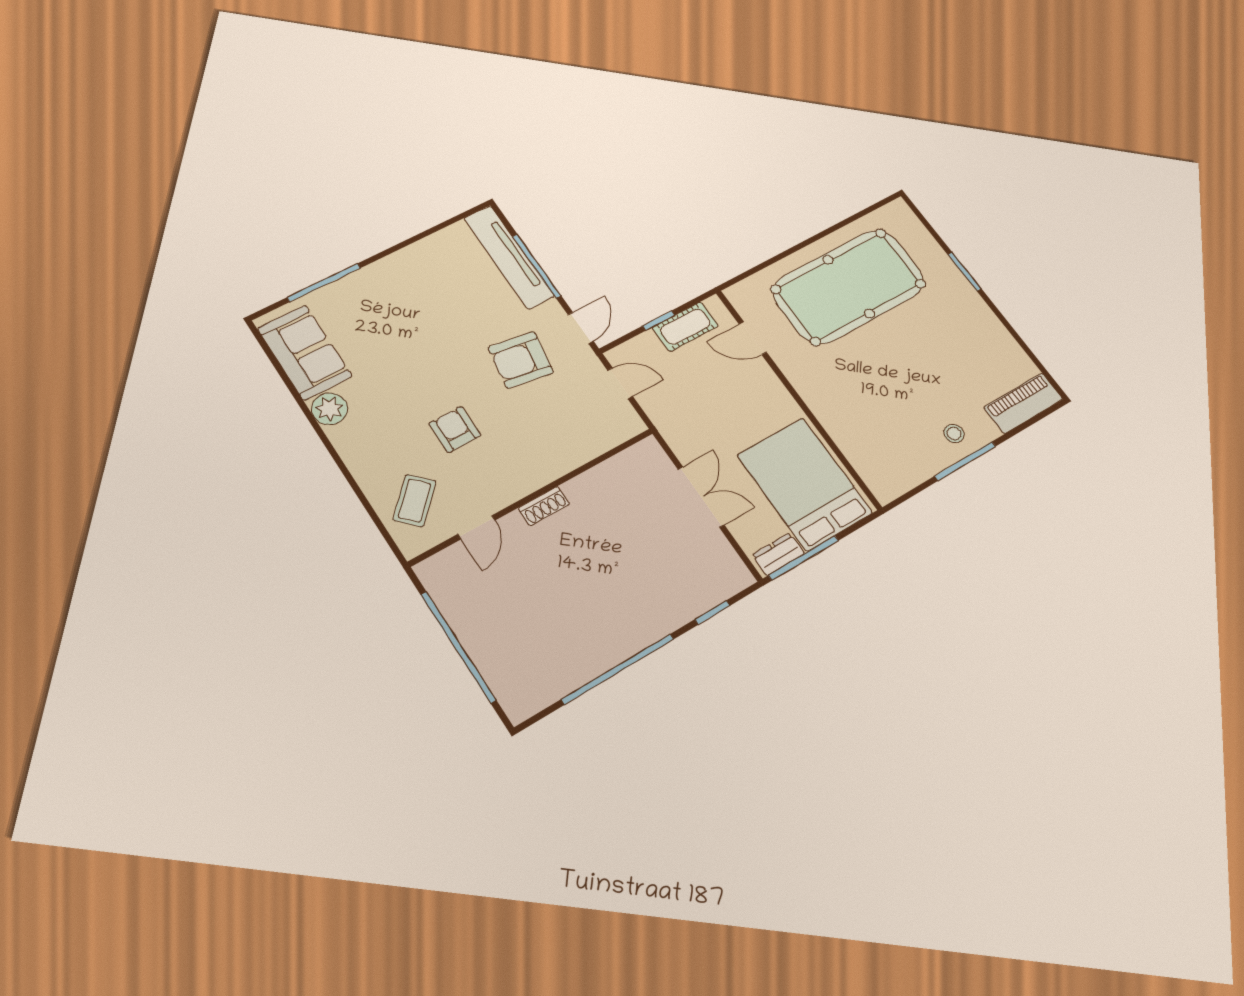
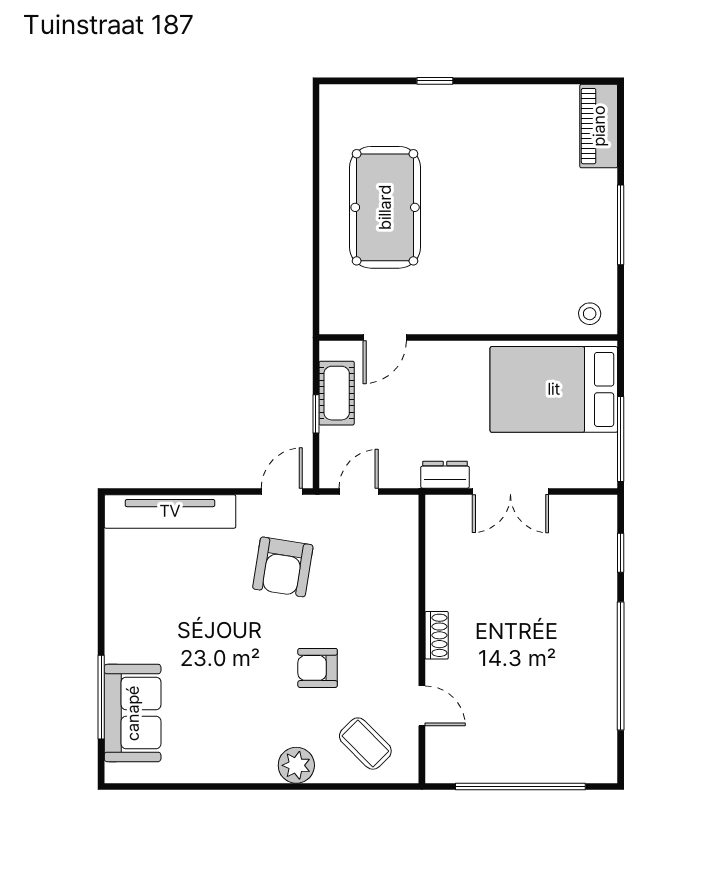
window: (537, 266) -> (194, 491), removed
window: (964, 272) -> (435, 81), width x0.67
pool table: (849, 286) -> (385, 207), width x0.73, depth x0.76
door: (581, 328) -> (282, 491), hinge flipped
sofa: (305, 352) -> (133, 713), moved, turned 90
plant: (329, 409) -> (296, 765), moved
stool: (954, 434) -> (590, 314), moved
double door: (701, 497) -> (510, 491), swing flipped
dresser: (778, 554) -> (445, 475), moved, turned 90

